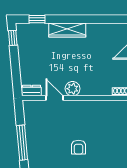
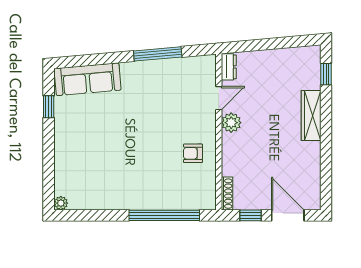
window: (13, 38) -> (300, 41), removed
armchair: (79, 147) -> (193, 153), moved

